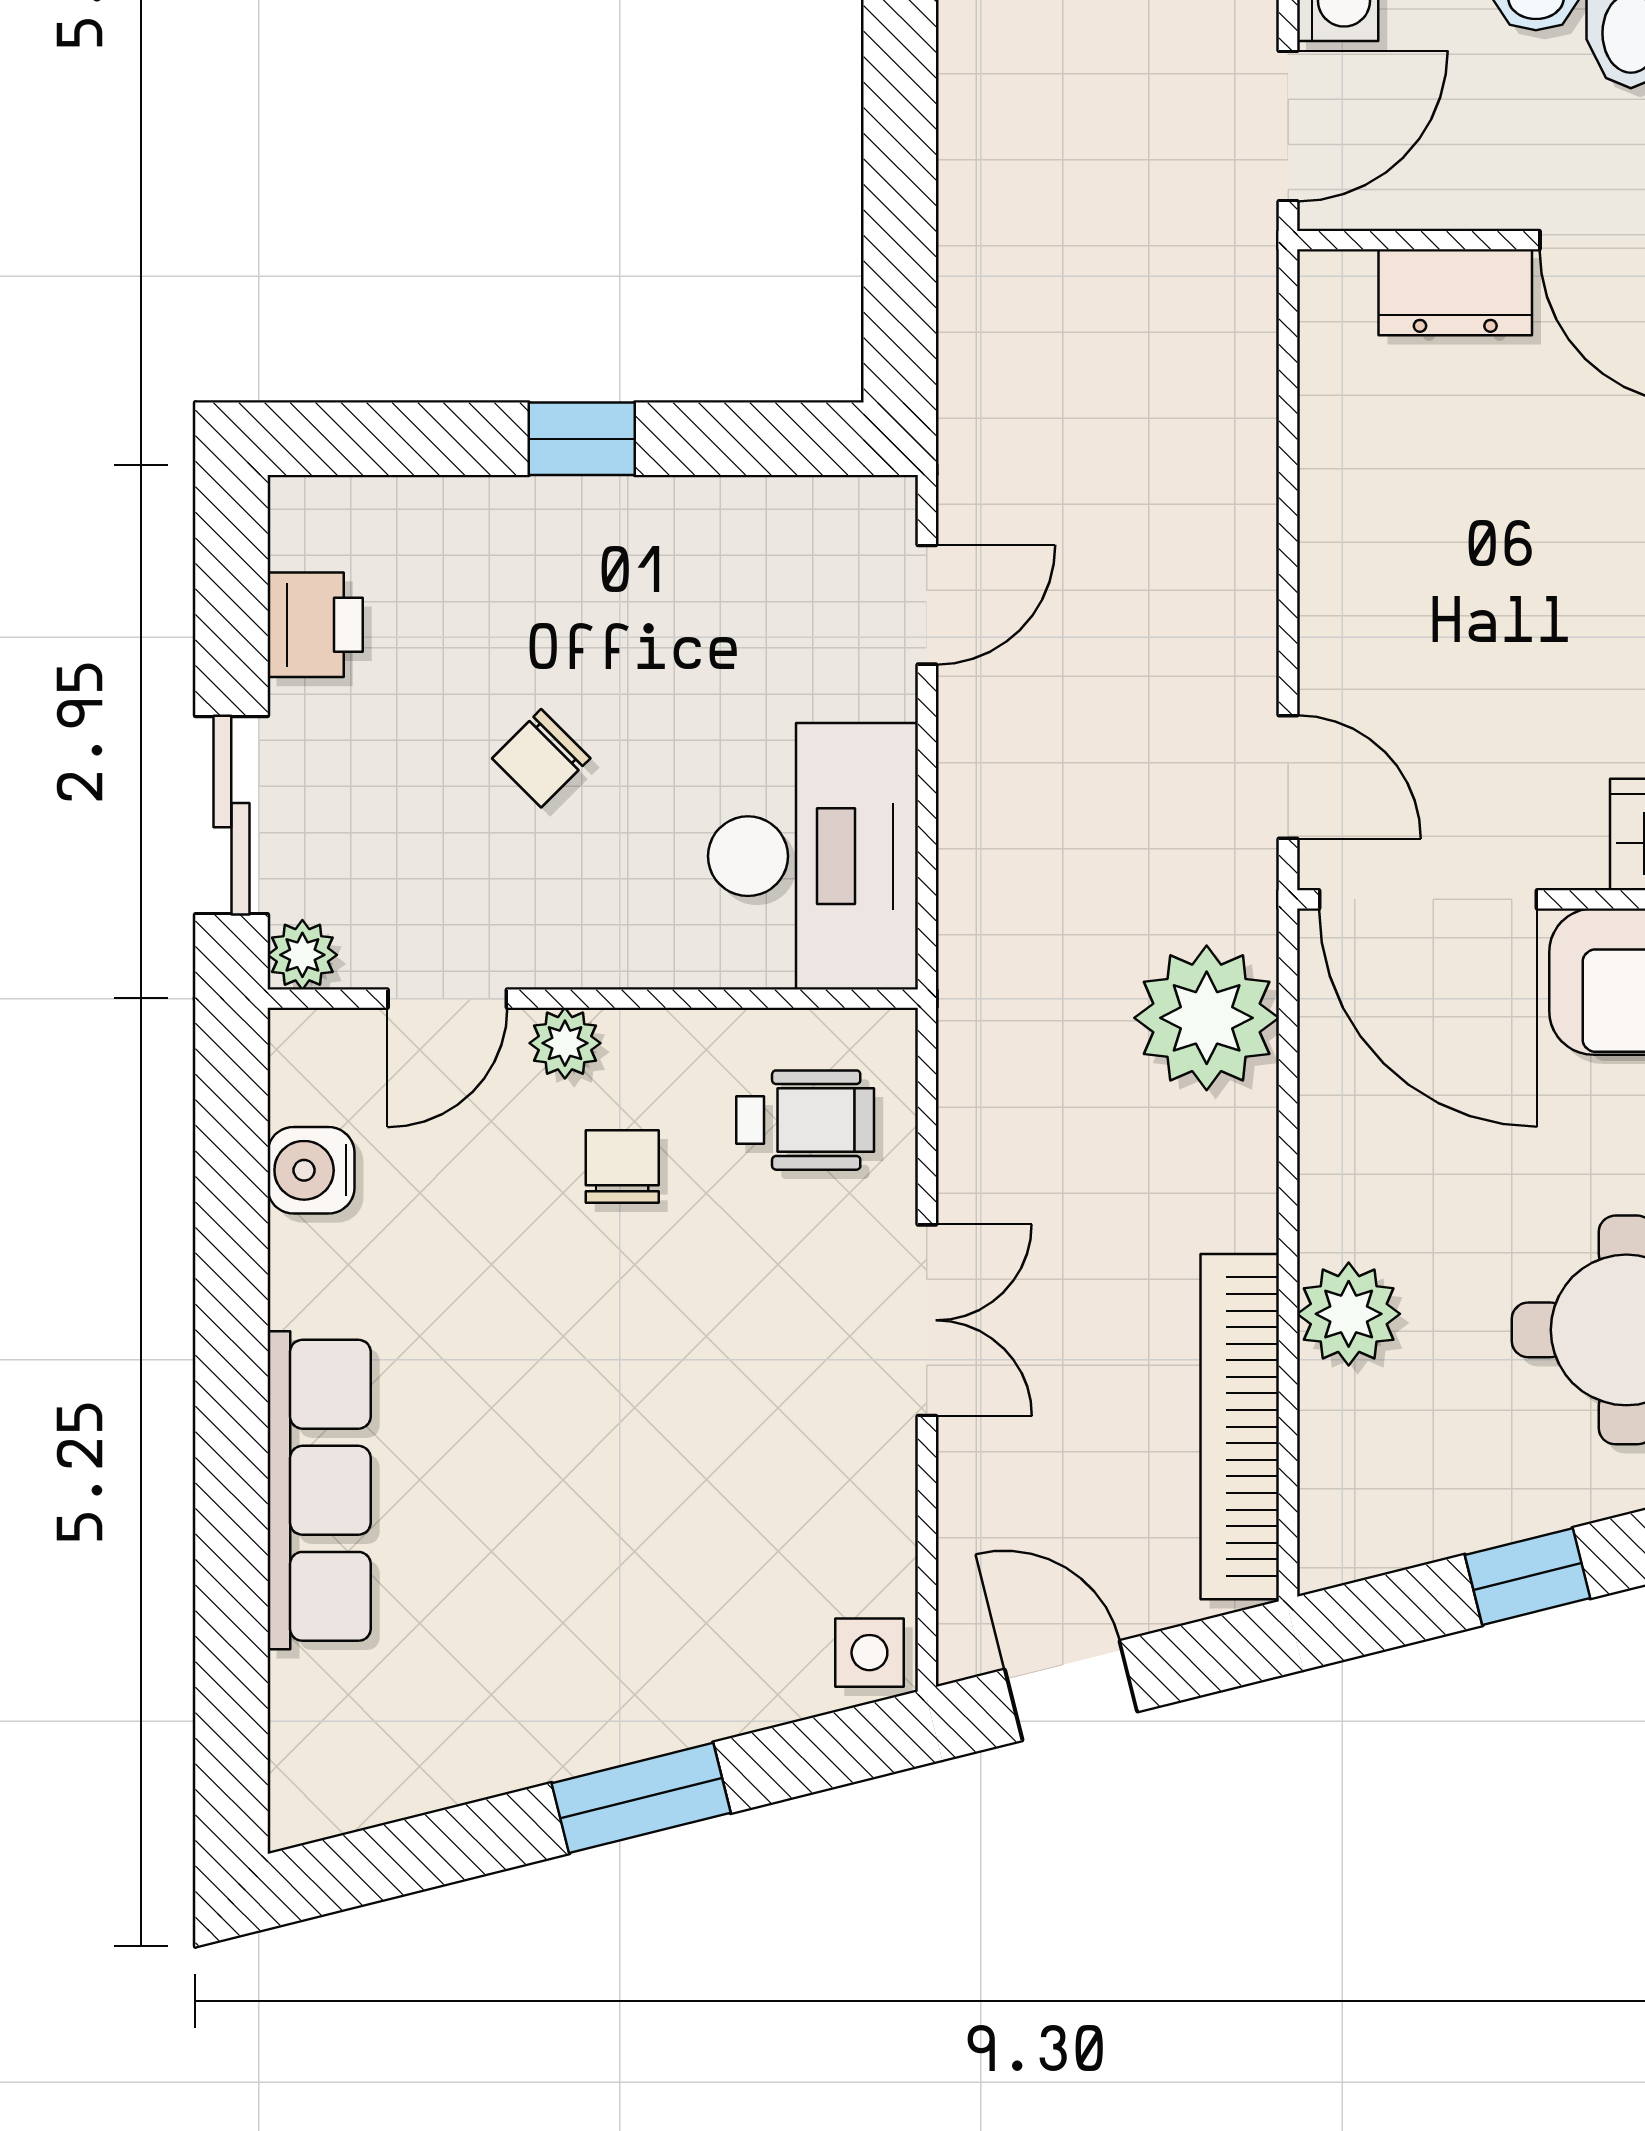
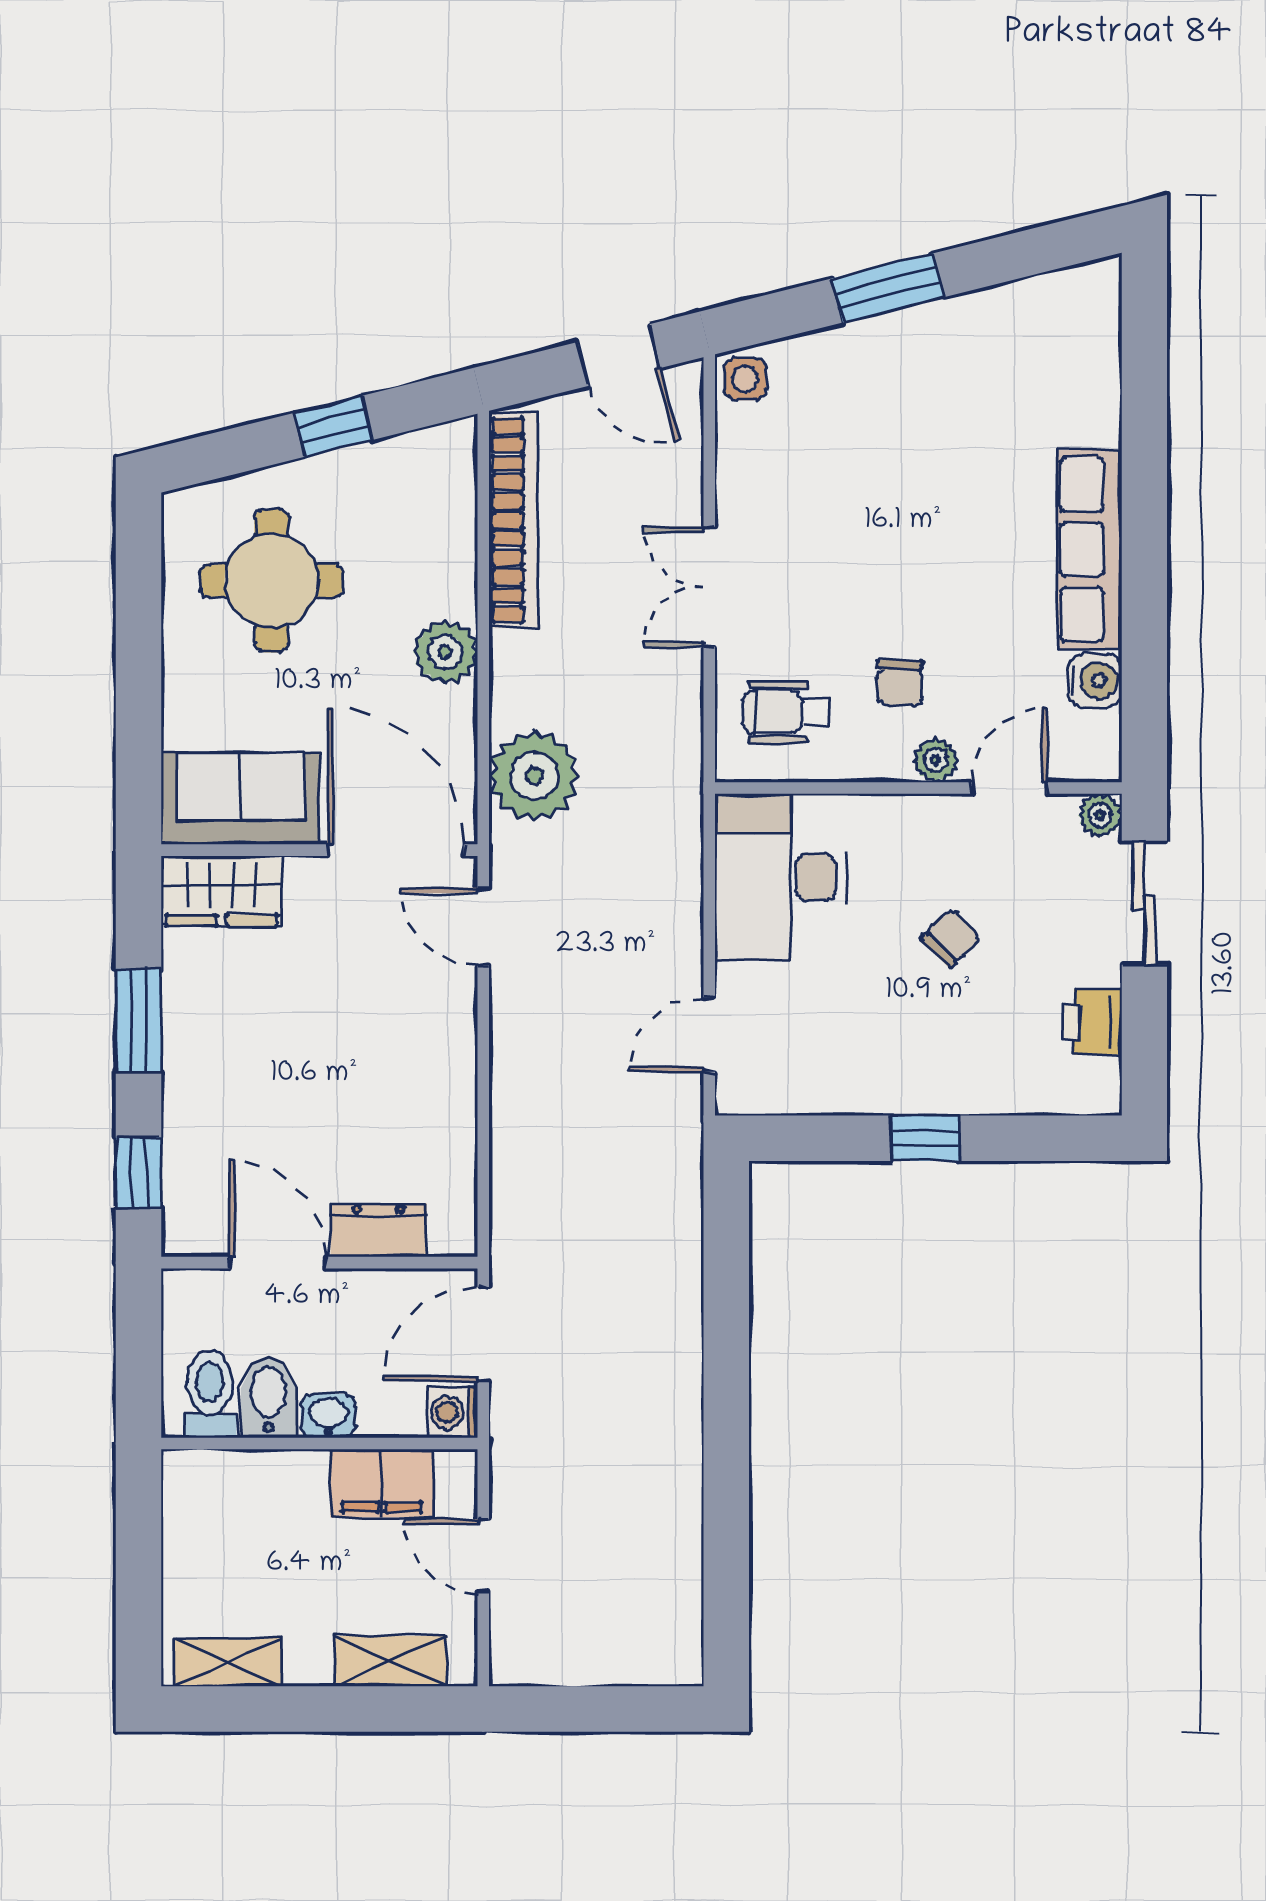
plant: (1349, 1314) -> (445, 652), moved
row of seats: (319, 1490) -> (1090, 549), moved

